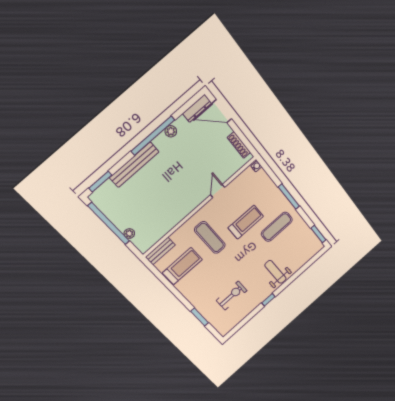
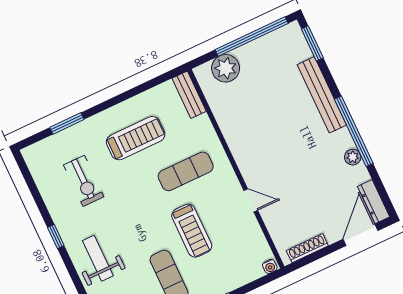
plant: (129, 234) -> (226, 68), width x1.88, depth x1.88
treadmill: (182, 266) -> (136, 138), moved, turned -90
weight bench: (275, 272) -> (98, 258), turned -90

